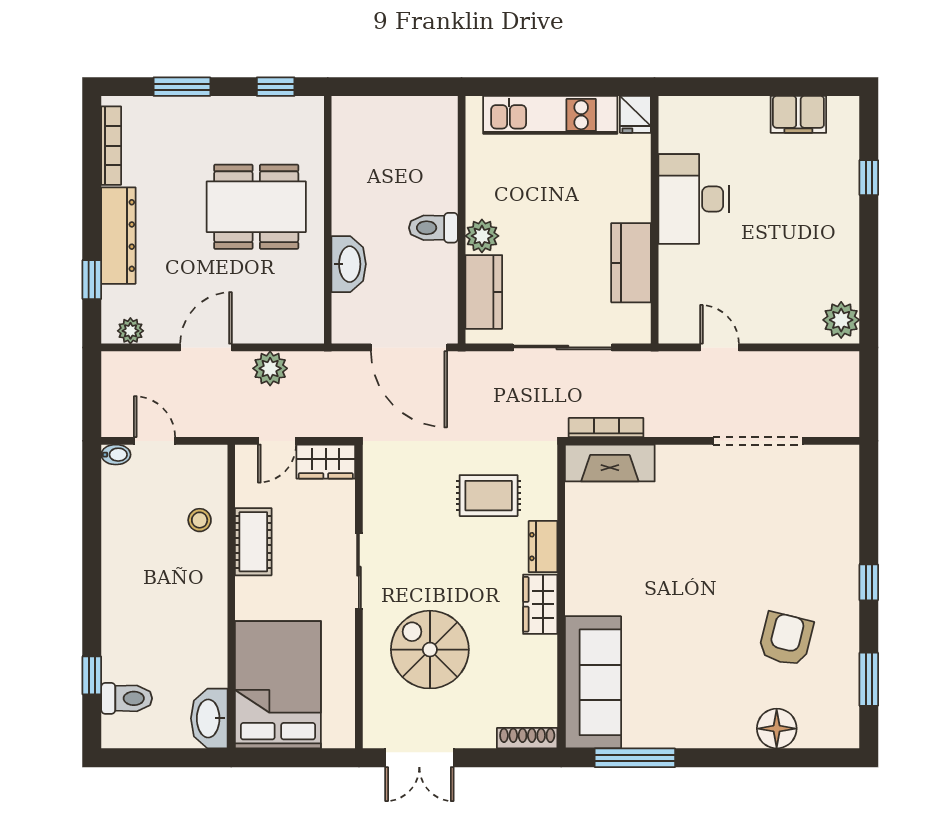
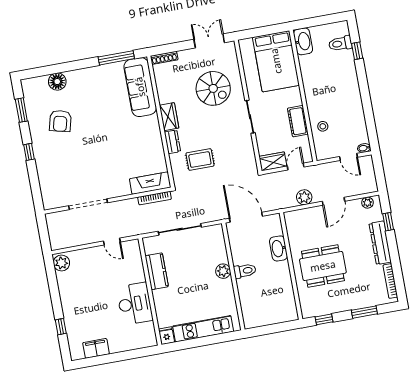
kitchen counter: (484, 292) -> (218, 247), removed

